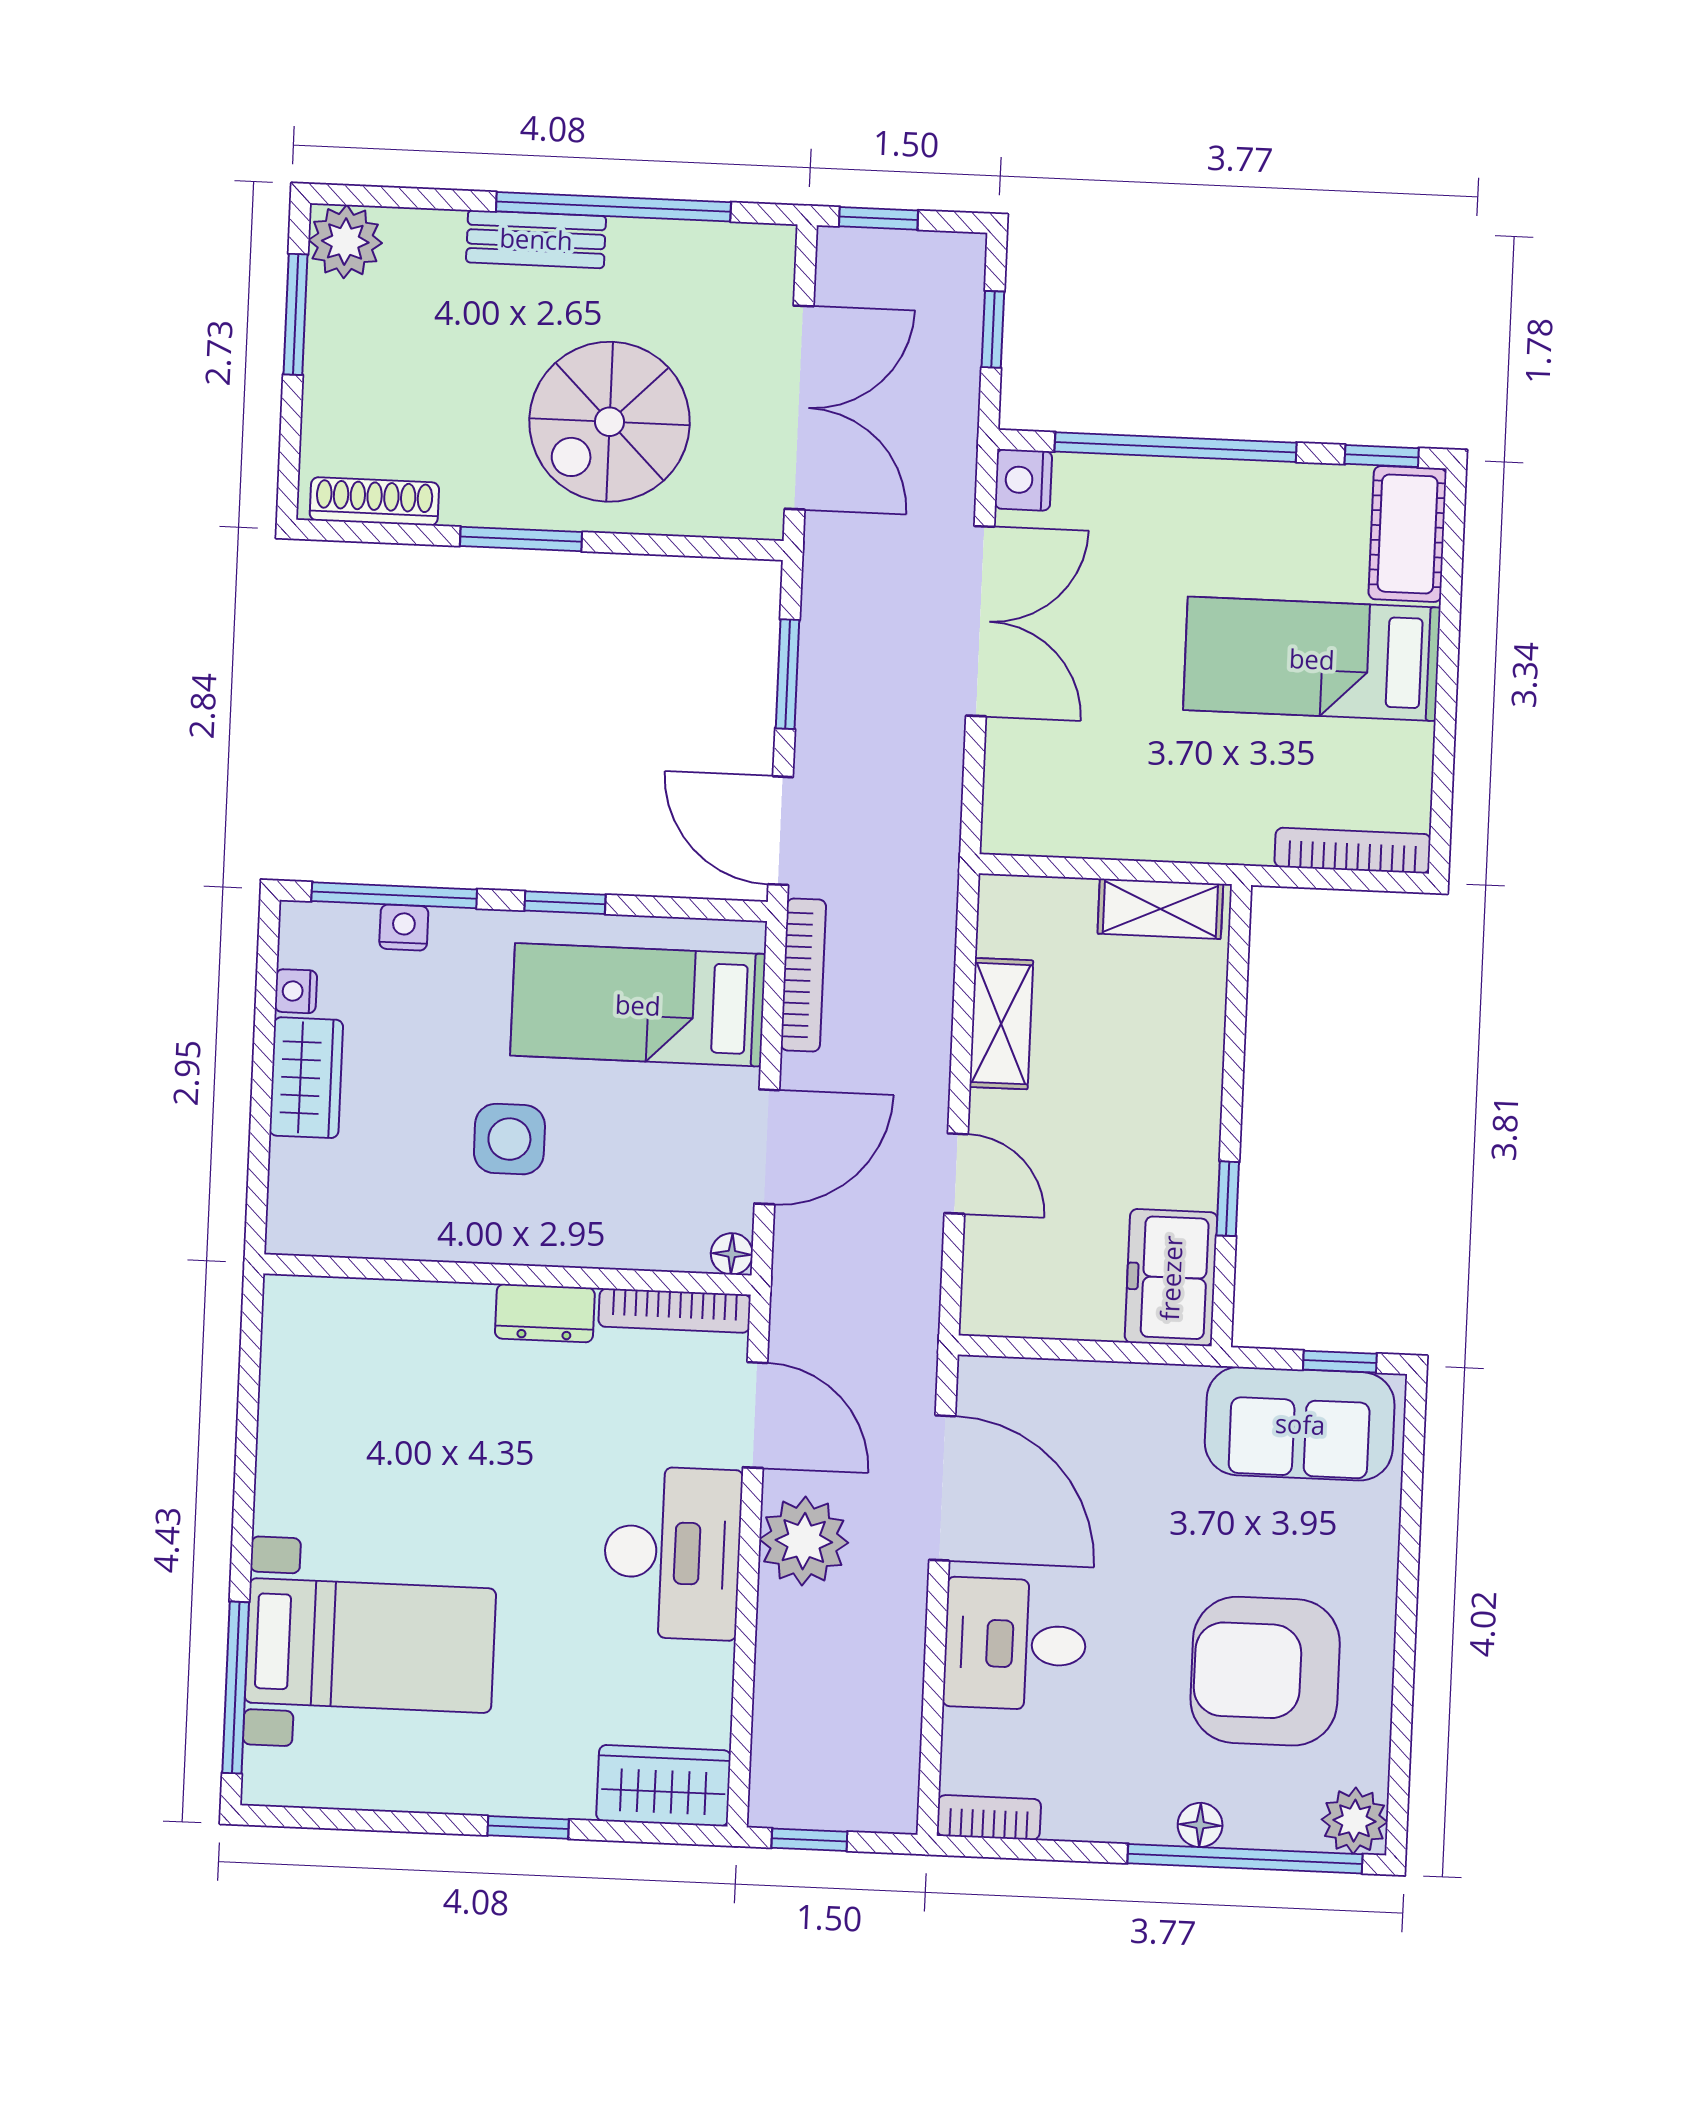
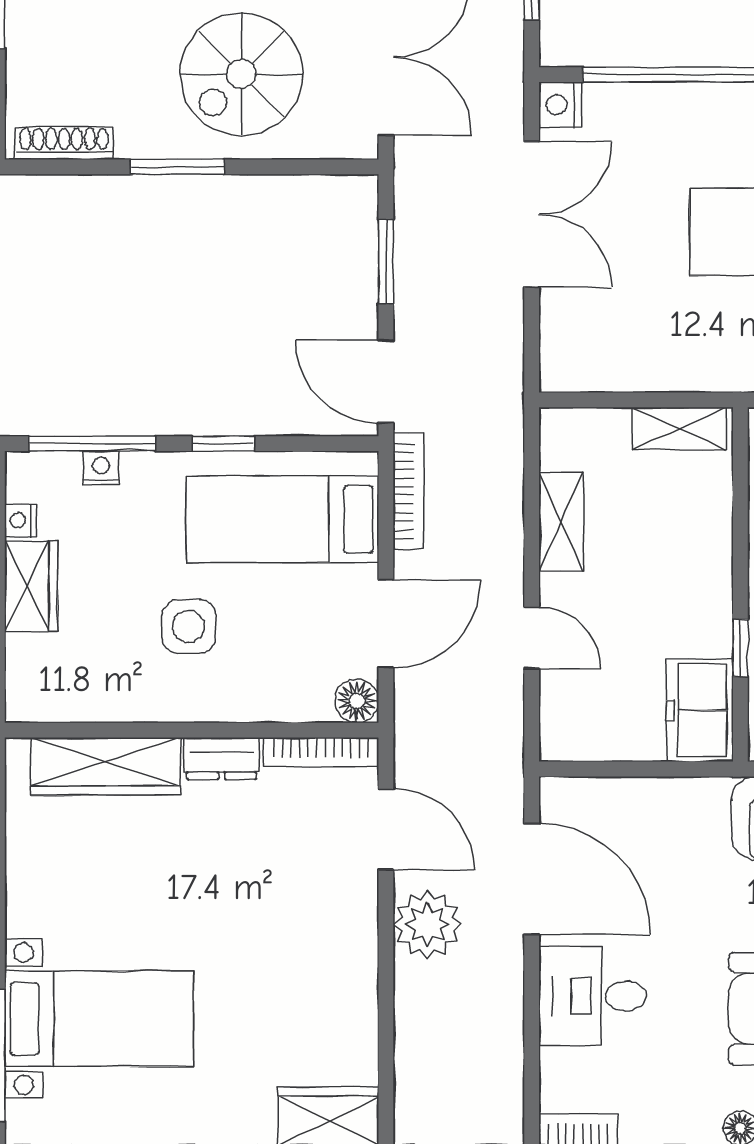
floor lamp: (732, 1254) -> (357, 701), width x1.37, depth x1.37
wardrobe: (393, 1317) -> (106, 766), added
desk: (672, 1553) -> (327, 938), removed

